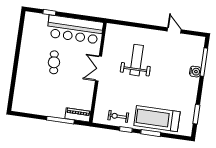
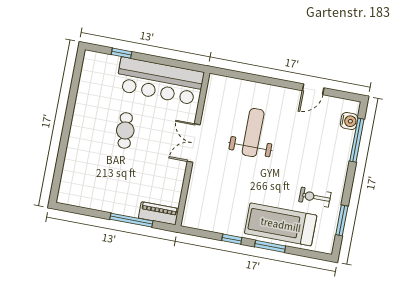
door: (174, 30) -> (313, 89), swing flipped
water cooler: (195, 72) -> (349, 121), moved
exercise bike: (118, 116) -> (315, 197), moved

